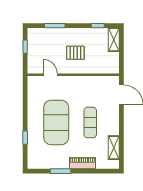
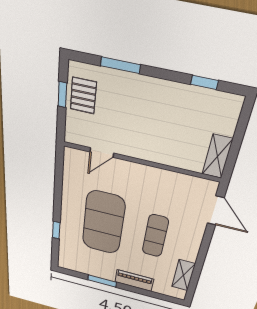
shelving: (114, 40) -> (217, 157), moved
pallet: (75, 53) -> (83, 96), moved, turned 90
door: (50, 75) -> (102, 153), swing flipped

